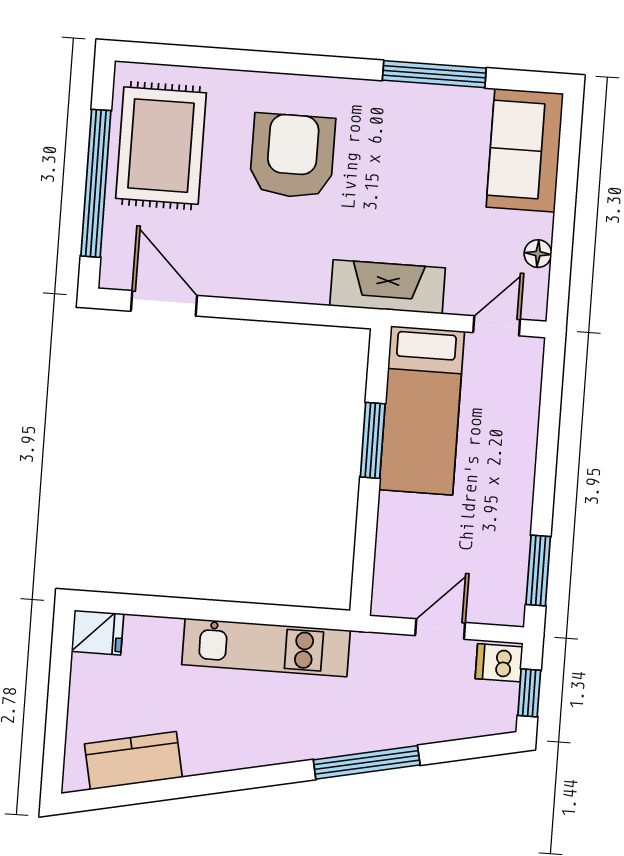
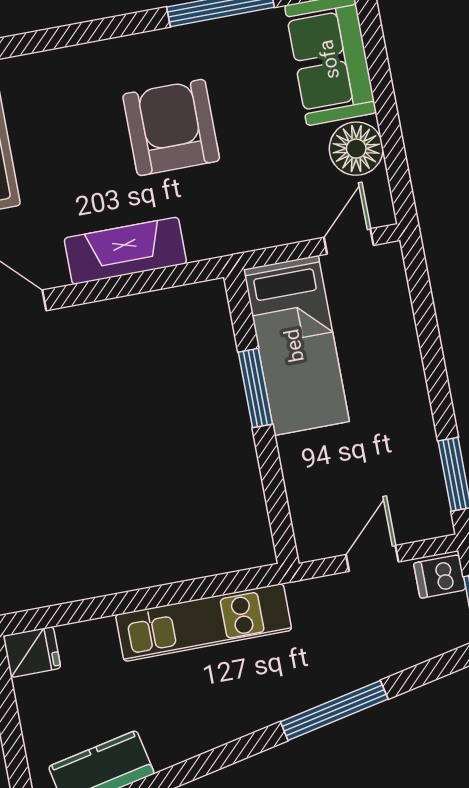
armchair: (292, 156) -> (171, 127), moved
floor lamp: (538, 254) -> (356, 149), width x1.89, depth x1.89
fireplace: (388, 287) -> (125, 251), moved

